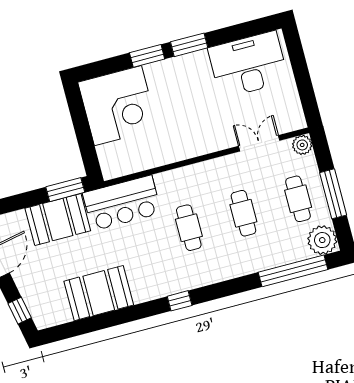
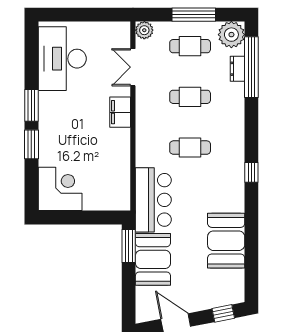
corner desk: (118, 106) -> (60, 189), width x0.74, depth x0.74
filing cabinet: (207, 142) -> (120, 112), added
dresser: (287, 256) -> (237, 69), added

